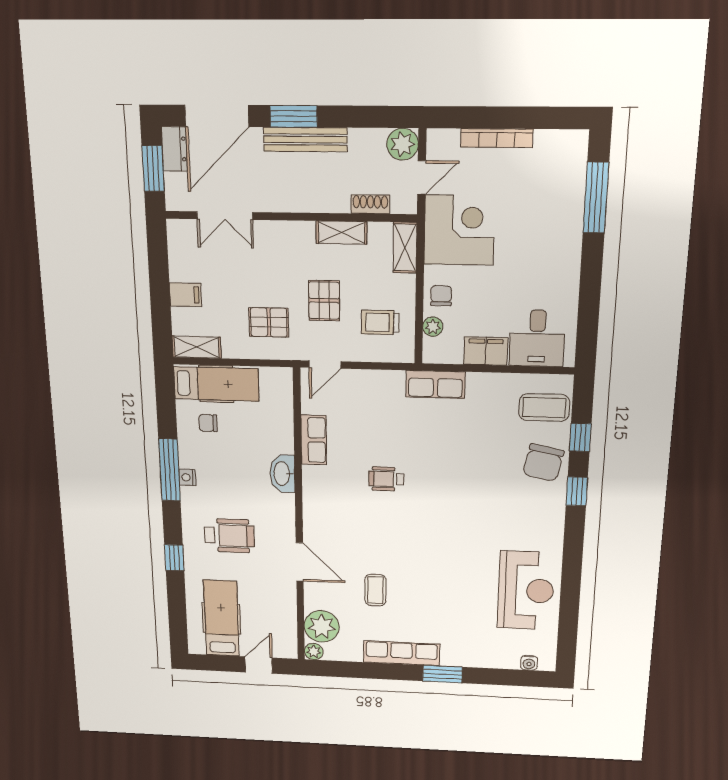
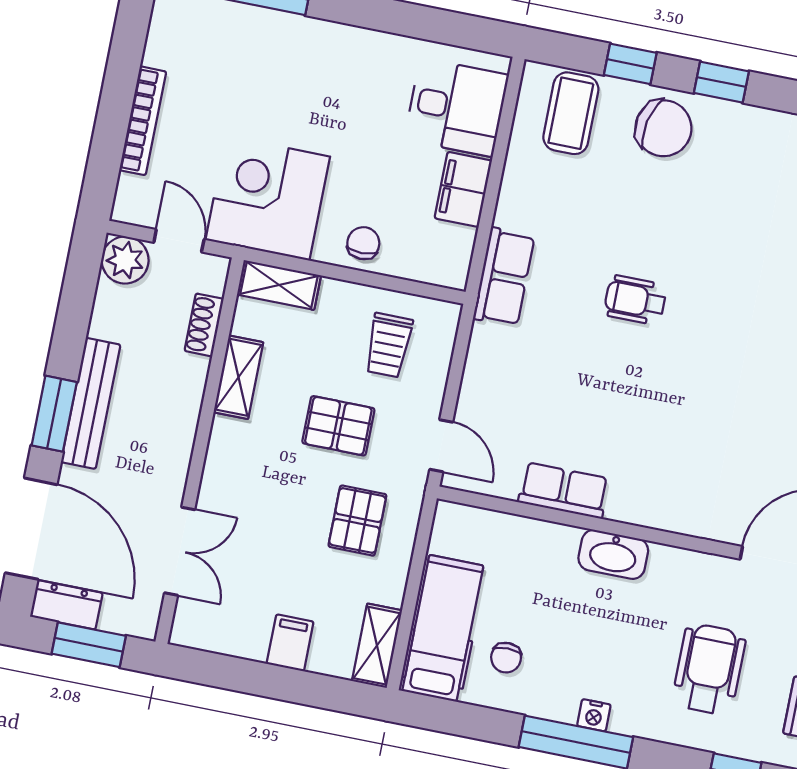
chair: (441, 296) -> (363, 243), turned 90
plant: (433, 327) -> (410, 265), removed
wheelchair: (386, 479) -> (635, 300), moved, turned 90

